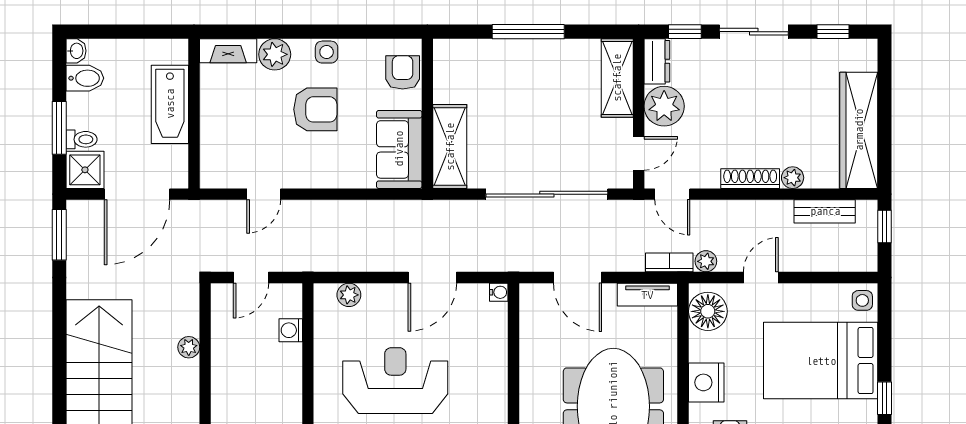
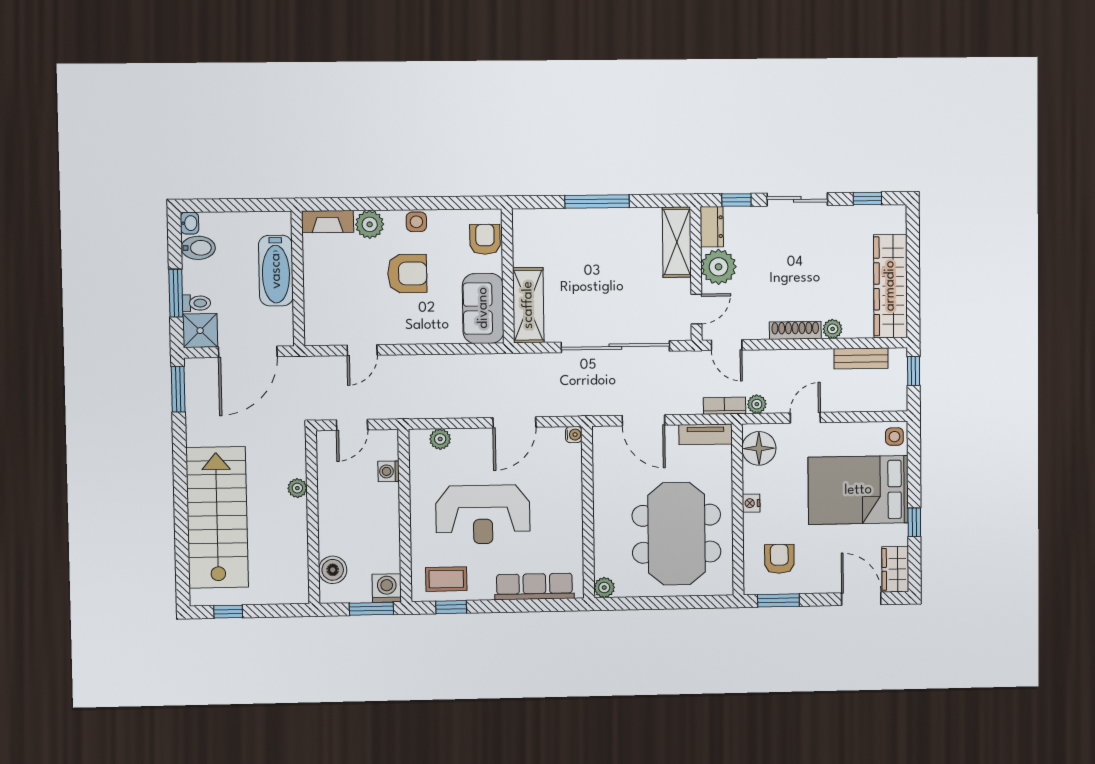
reception desk: (395, 381) -> (483, 514), turned 180
nightstand: (706, 382) -> (751, 503), width x0.53, depth x0.56

